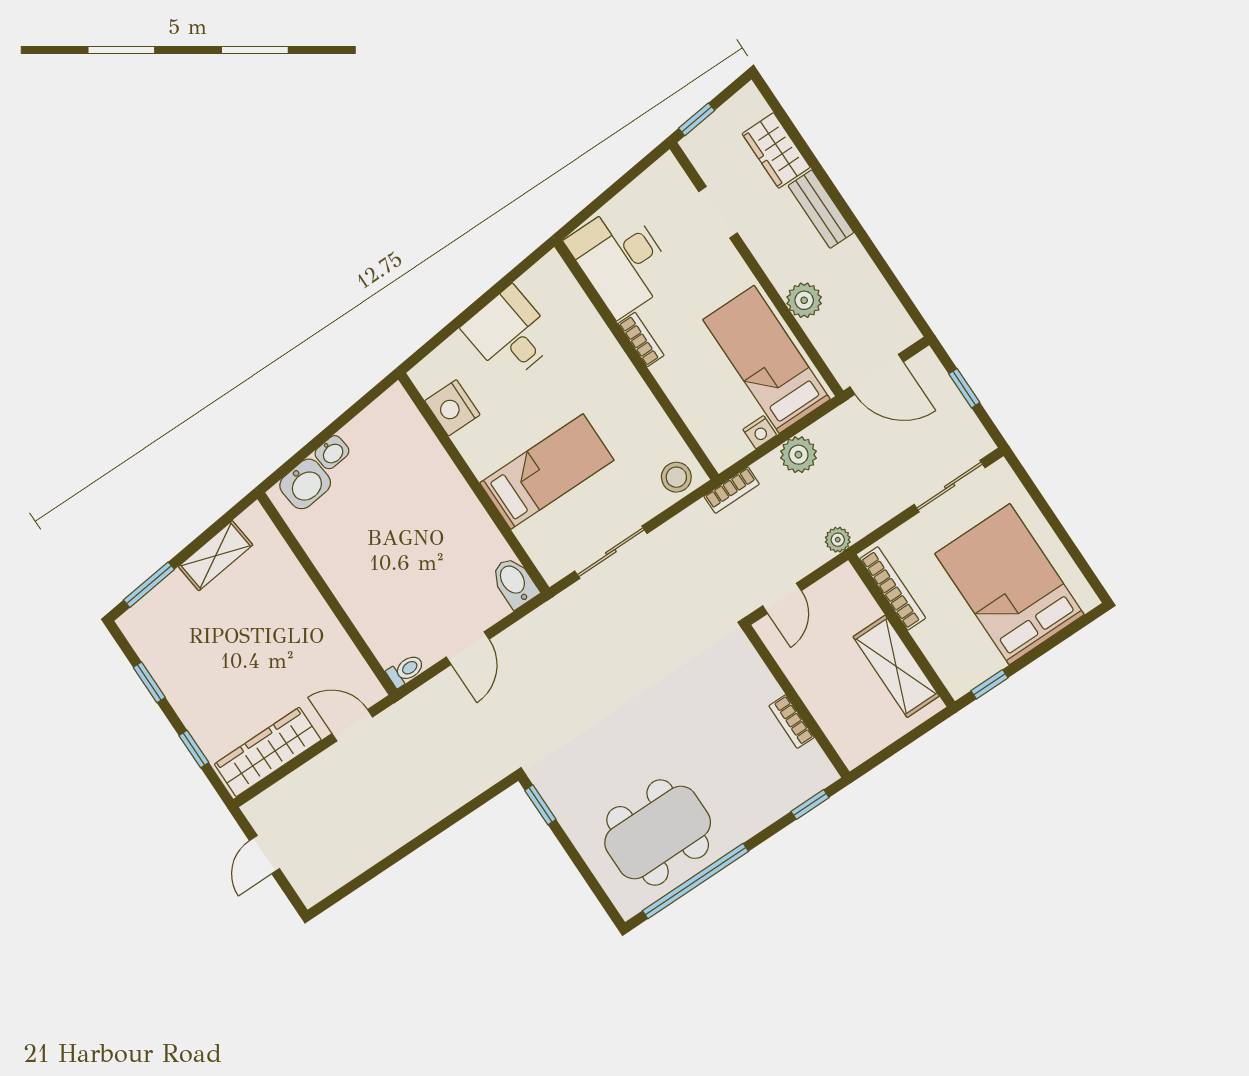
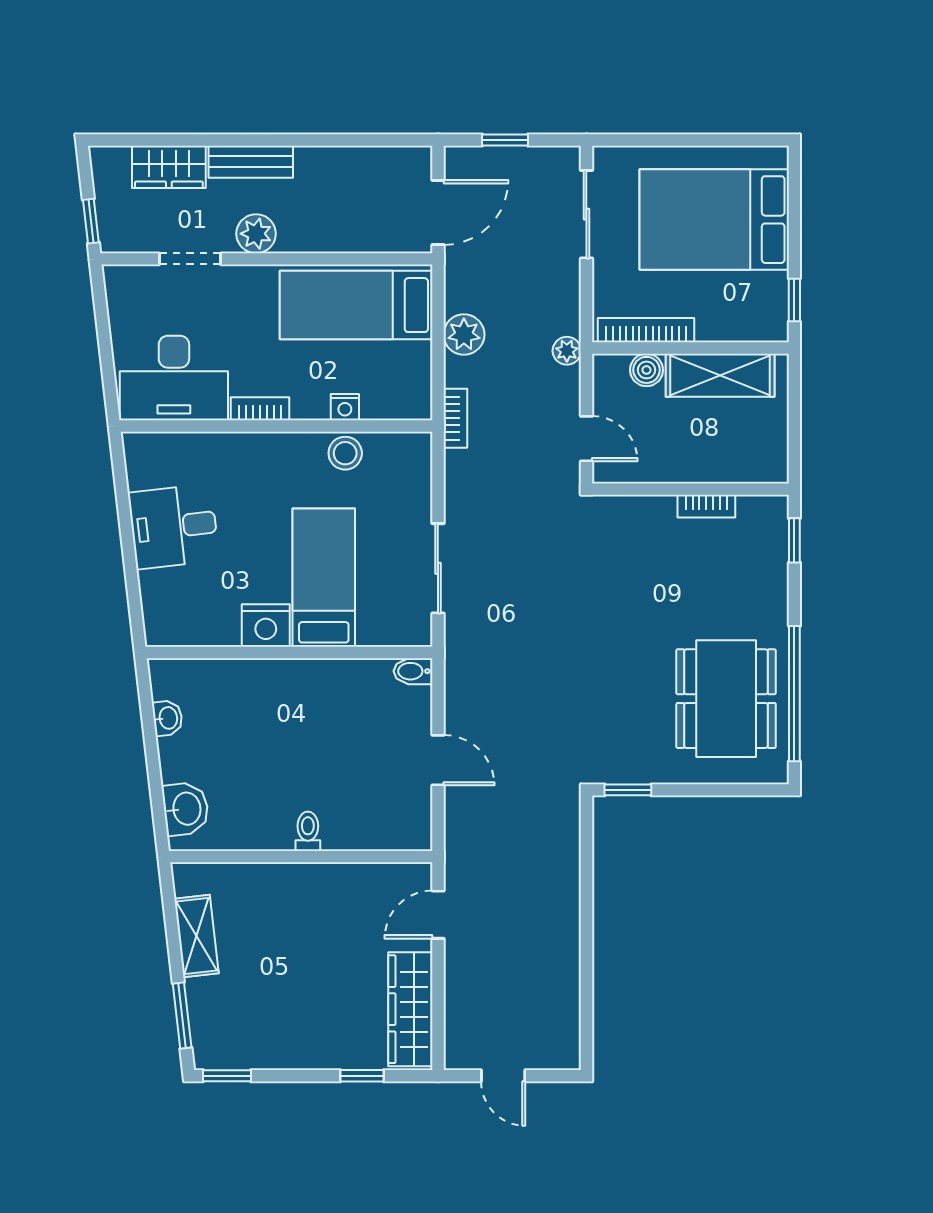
plant: (804, 300) -> (256, 234), moved
nightstand: (452, 408) -> (266, 625), moved
nightstand: (760, 432) -> (345, 407), moved, turned 90
washbasin: (332, 452) -> (168, 718), moved
stool: (676, 477) -> (345, 453), moved
bidet: (514, 582) -> (413, 671), width x0.72, depth x0.74
boiler: (863, 609) -> (646, 370), added
toilet: (406, 670) -> (308, 831), moved
window: (149, 682) -> (227, 1076), moved

